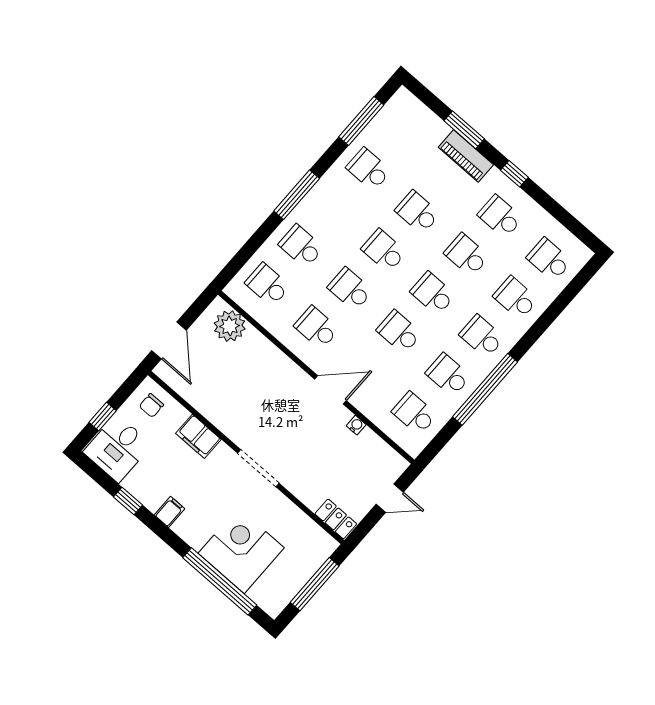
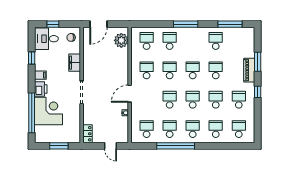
door: (331, 390) -> (130, 94), swing flipped
printer: (193, 531) -> (41, 89), added
window: (315, 584) -> (59, 146), width x0.69

